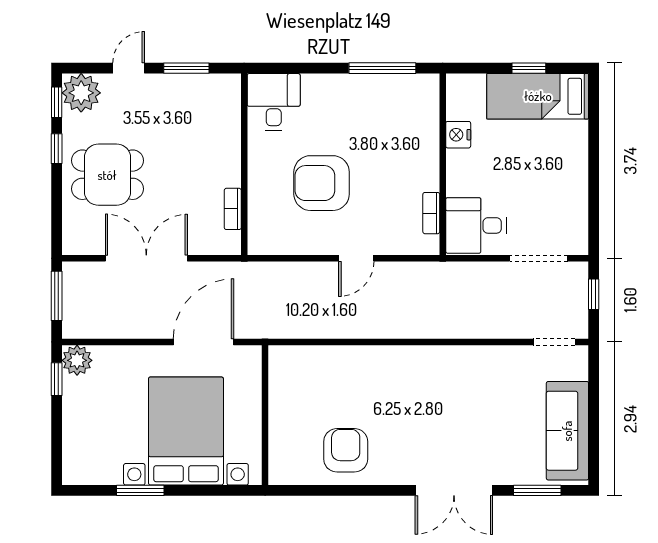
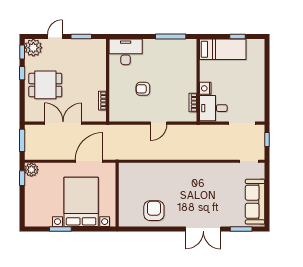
bed: (538, 96) -> (223, 49), moved, turned 180
desk: (274, 102) -> (126, 52), width x1.37
nightstand: (458, 135) -> (205, 88), moved
armchair: (322, 183) -> (143, 89), width x0.53, depth x0.53

